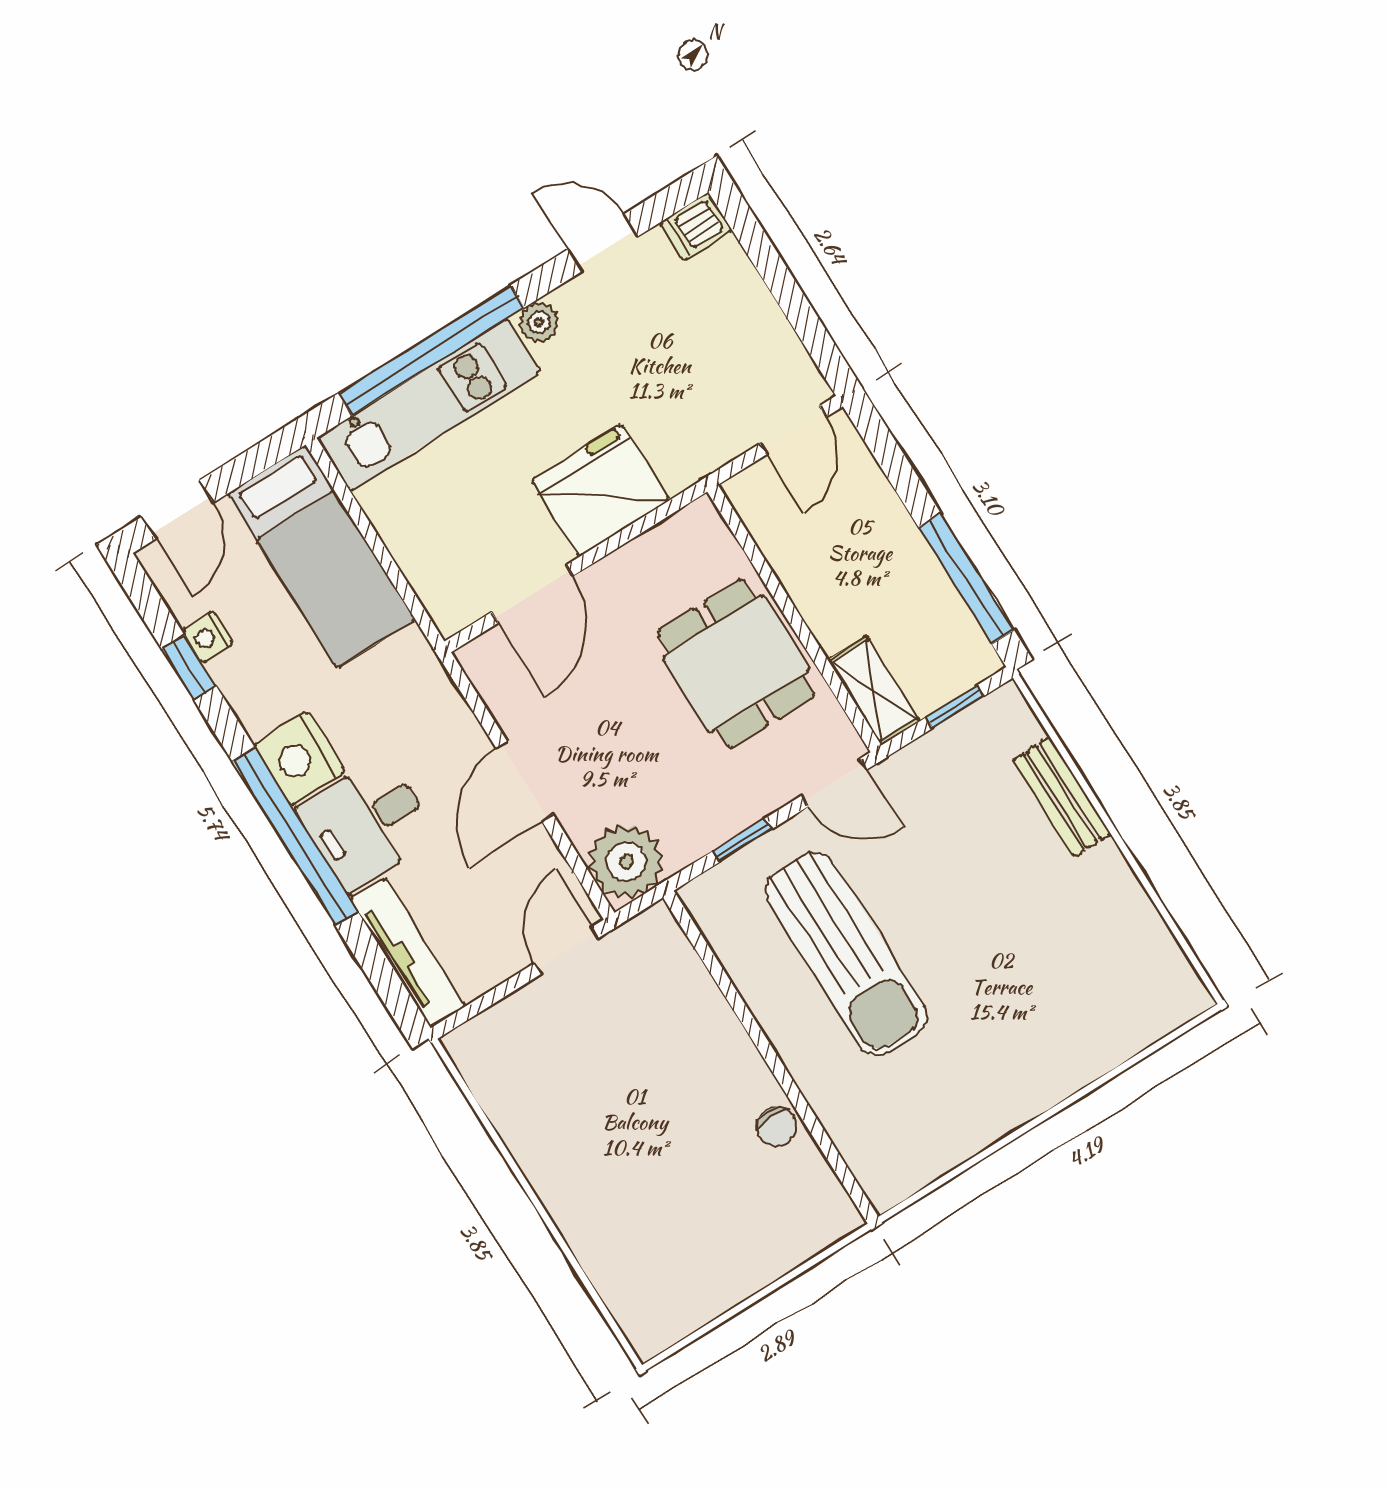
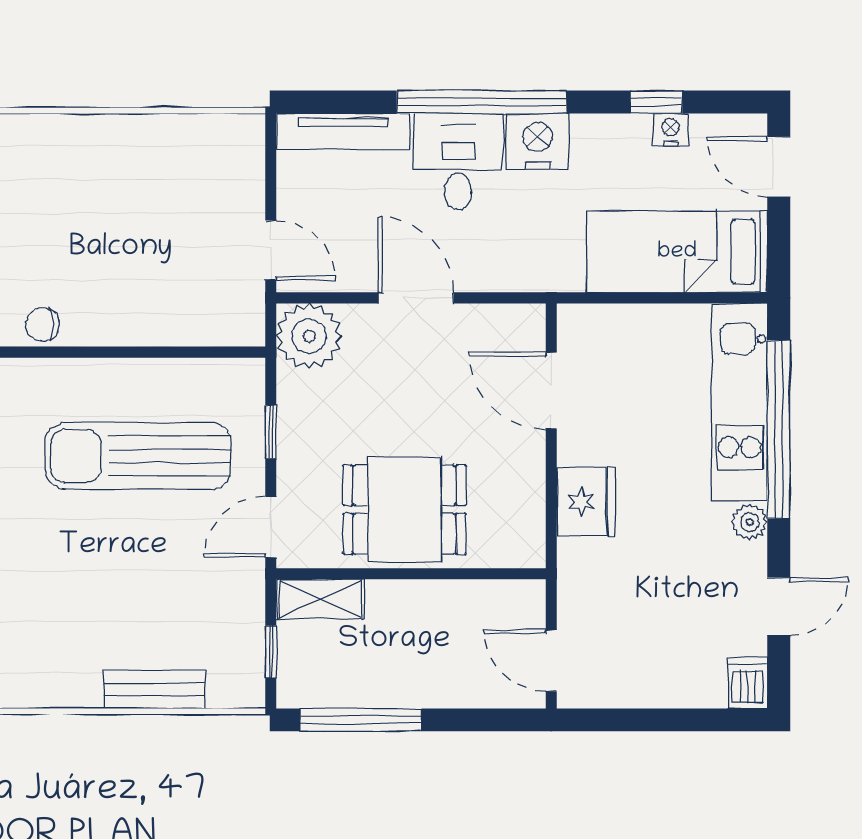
fridge: (600, 490) -> (586, 502), width x0.73, depth x0.75

